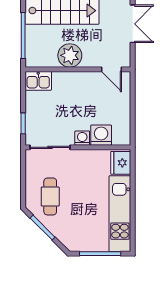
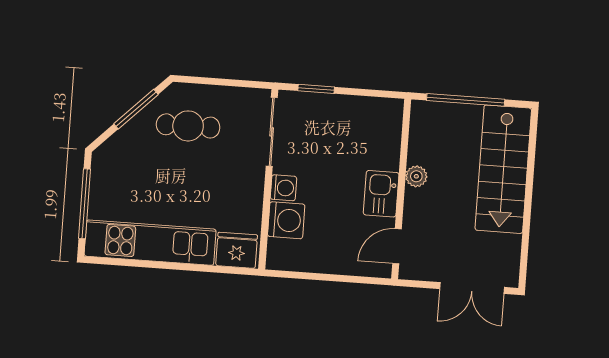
plant: (70, 55) -> (416, 176), width x0.53, depth x0.53
kitchen sink: (38, 81) -> (381, 194), moved

